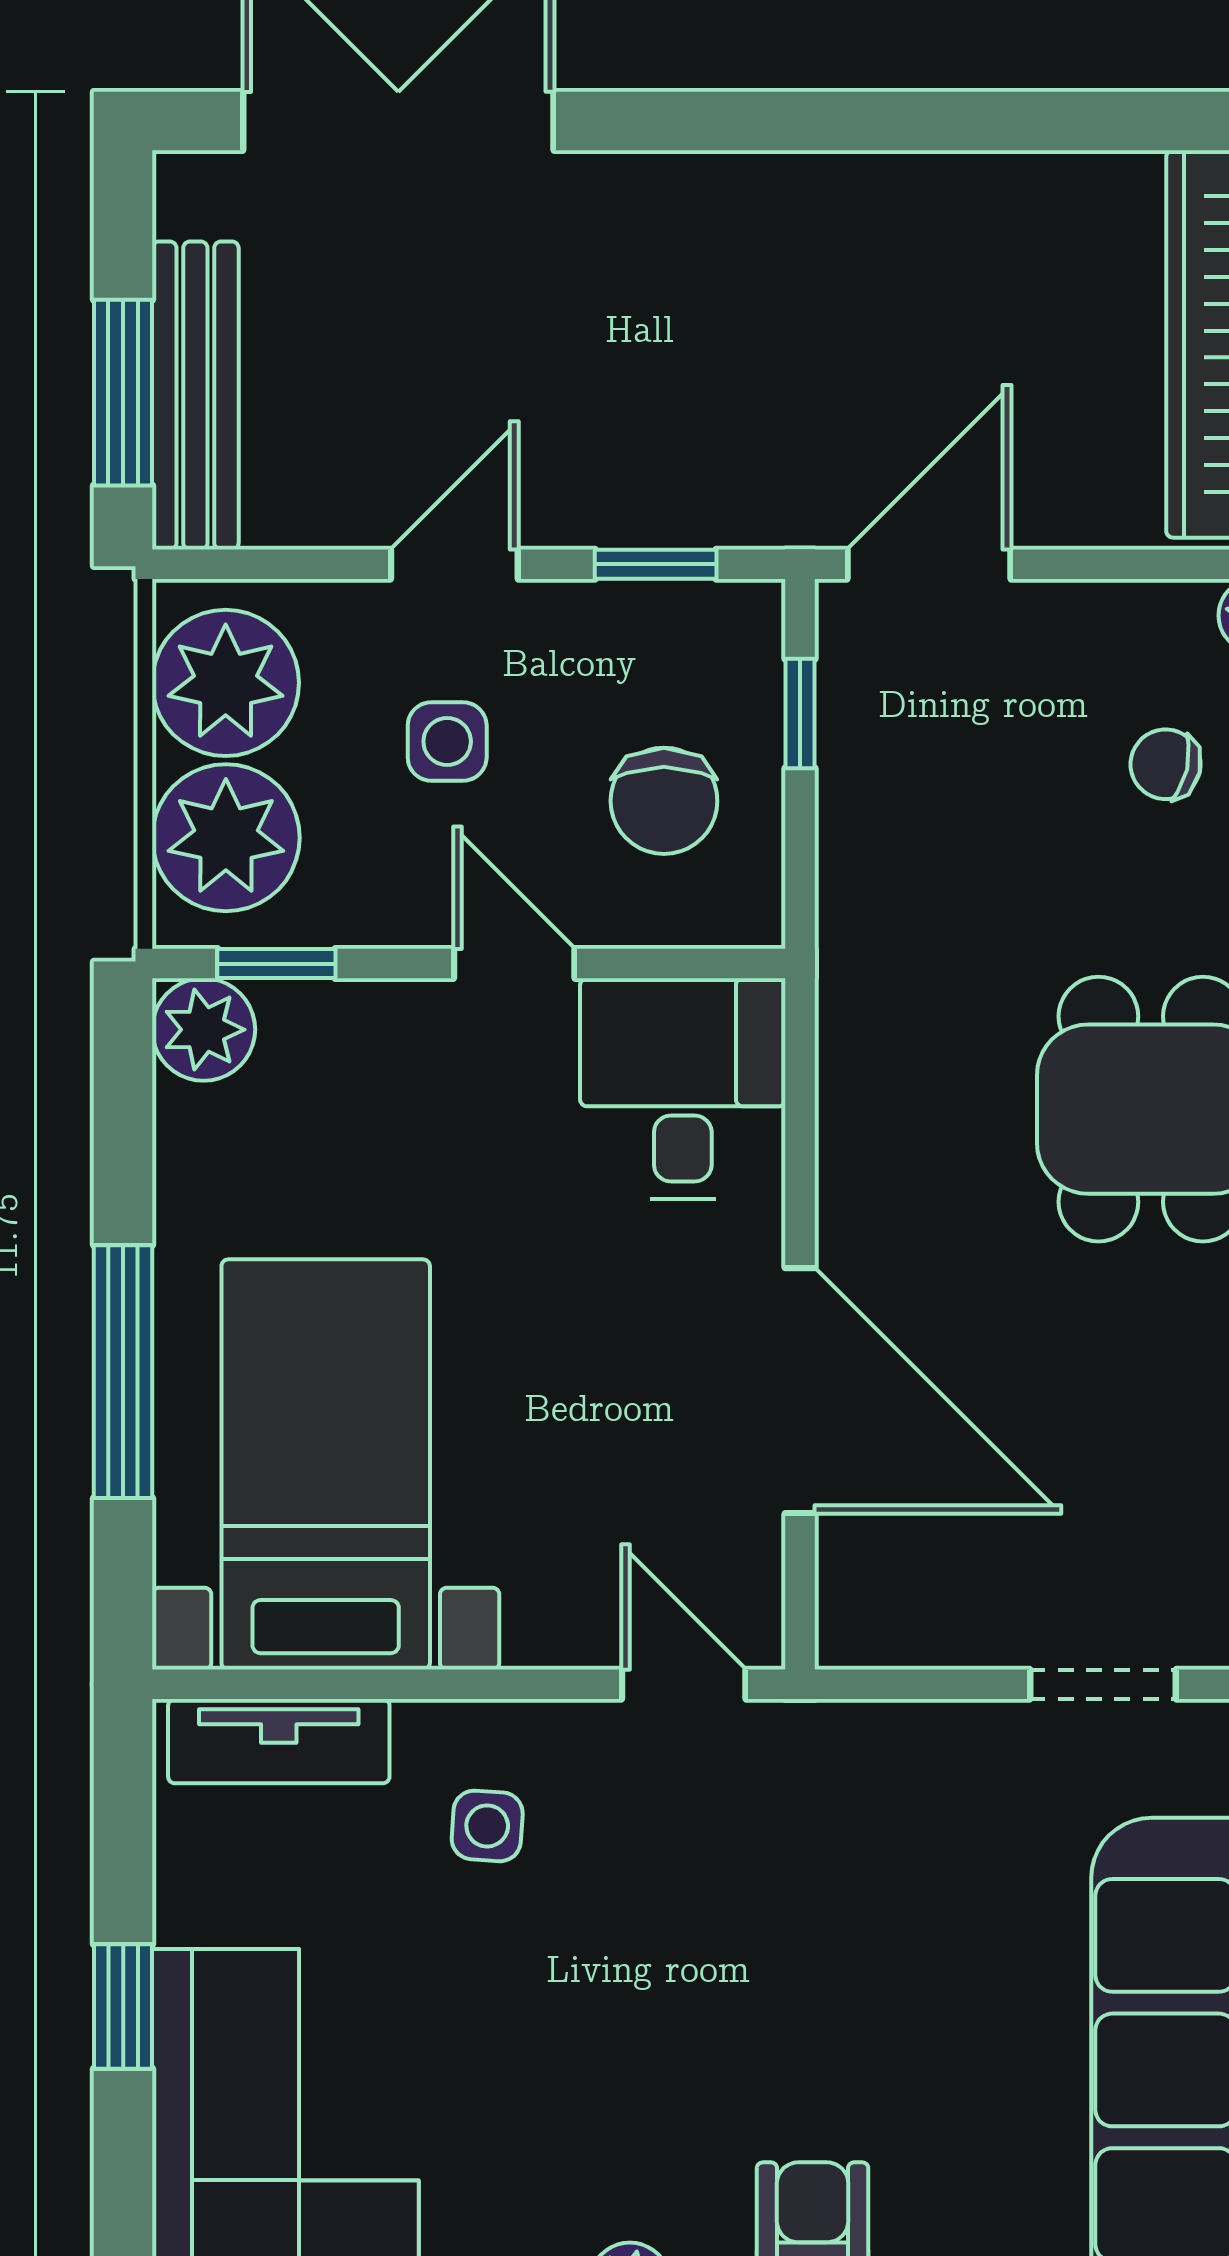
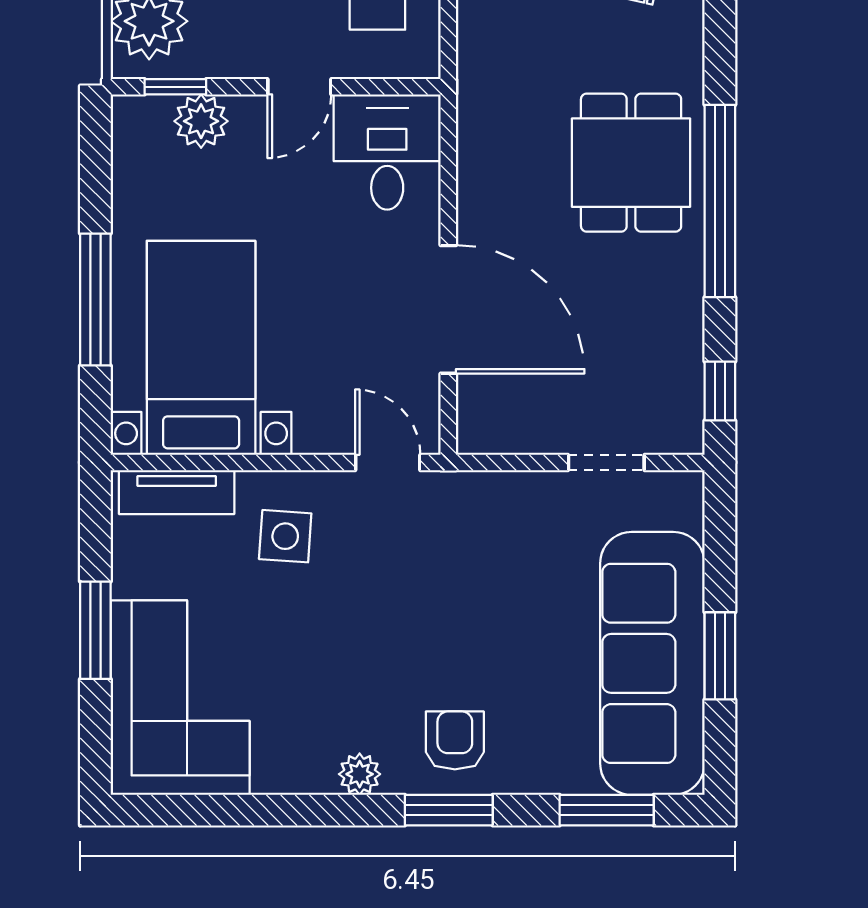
door: (514, 964) -> (299, 87), swing flipped
plant: (204, 1030) -> (201, 121), moved
side table: (487, 1826) -> (285, 536), width x1.37, depth x1.37
window: (123, 2006) -> (95, 630), width x1.50

